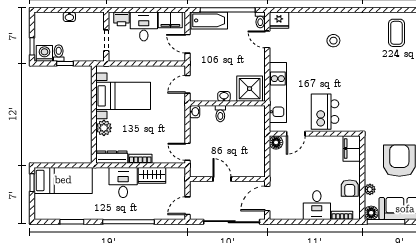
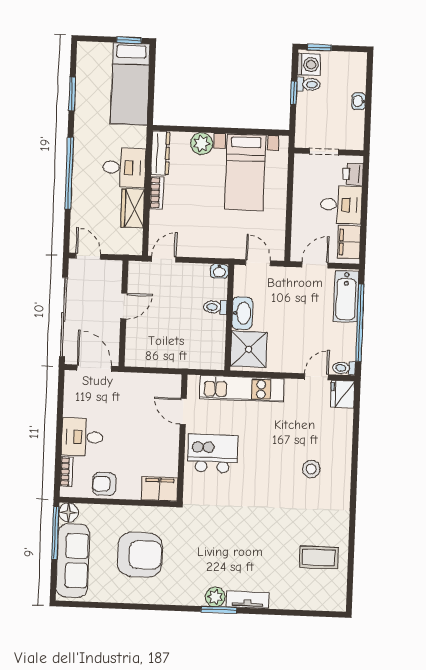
washbasin: (224, 96) -> (242, 313), width x1.91, depth x1.45
floor lamp: (276, 142) -> (172, 383), removed
plant: (370, 189) -> (101, 512), removed

